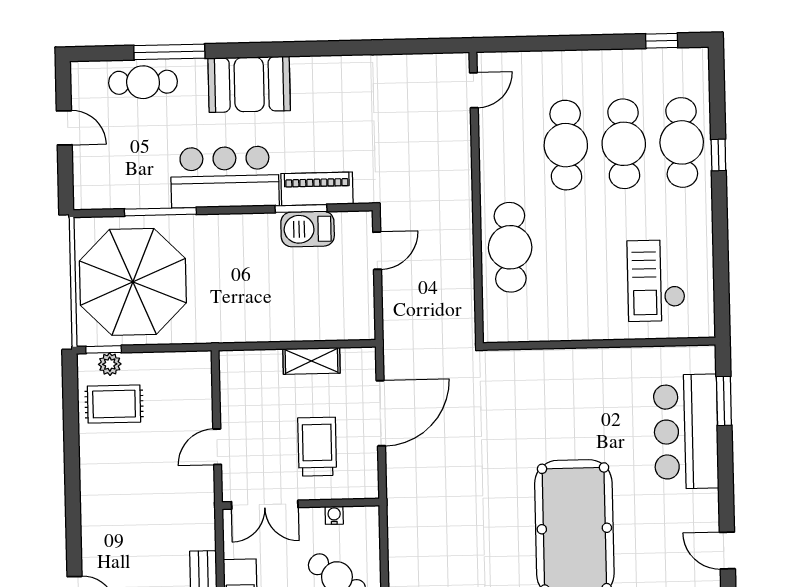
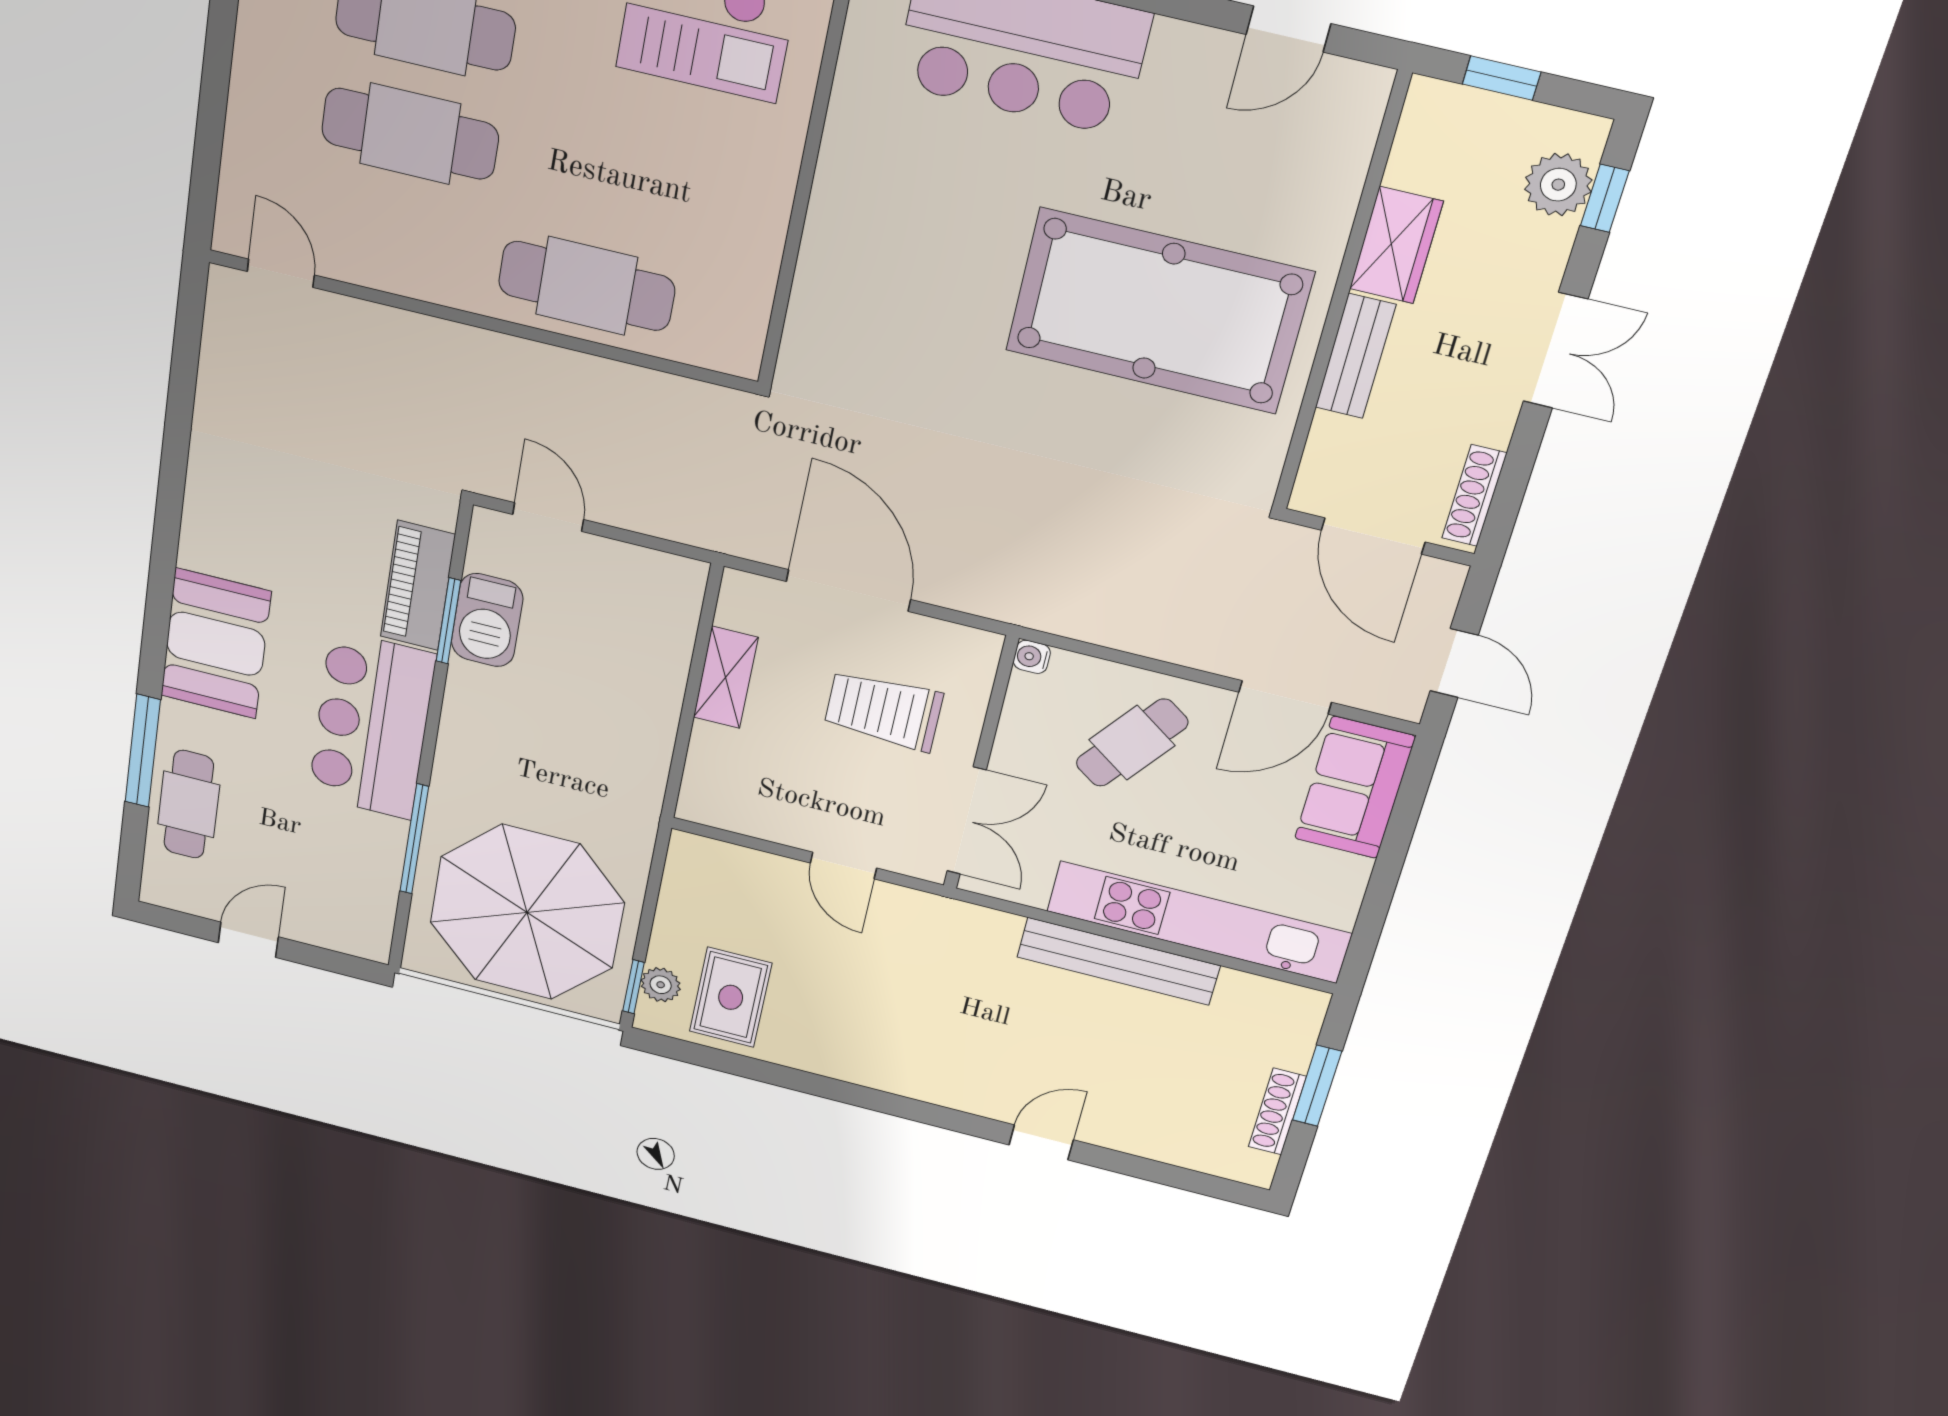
water cooler: (334, 515) -> (1032, 657), moved

